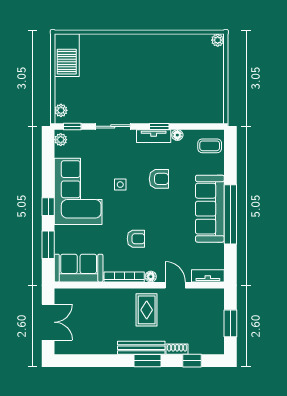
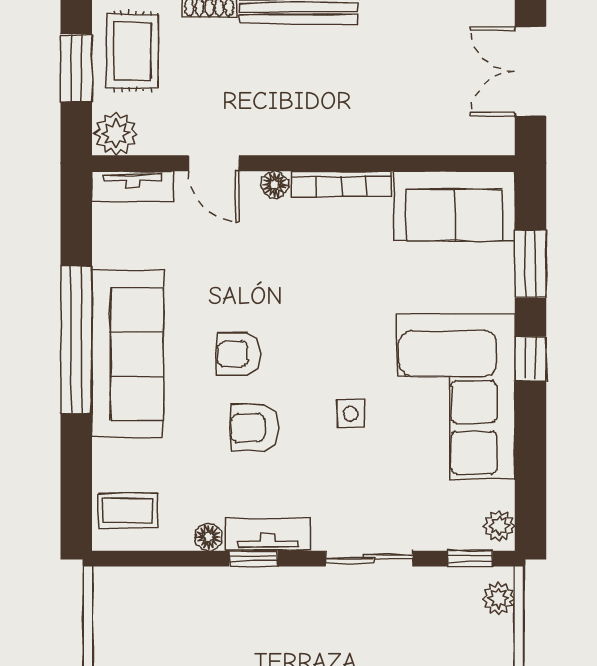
armchair: (136, 239) -> (239, 354), moved
plant: (215, 297) -> (116, 134), added
rug: (147, 310) -> (132, 51), moved

